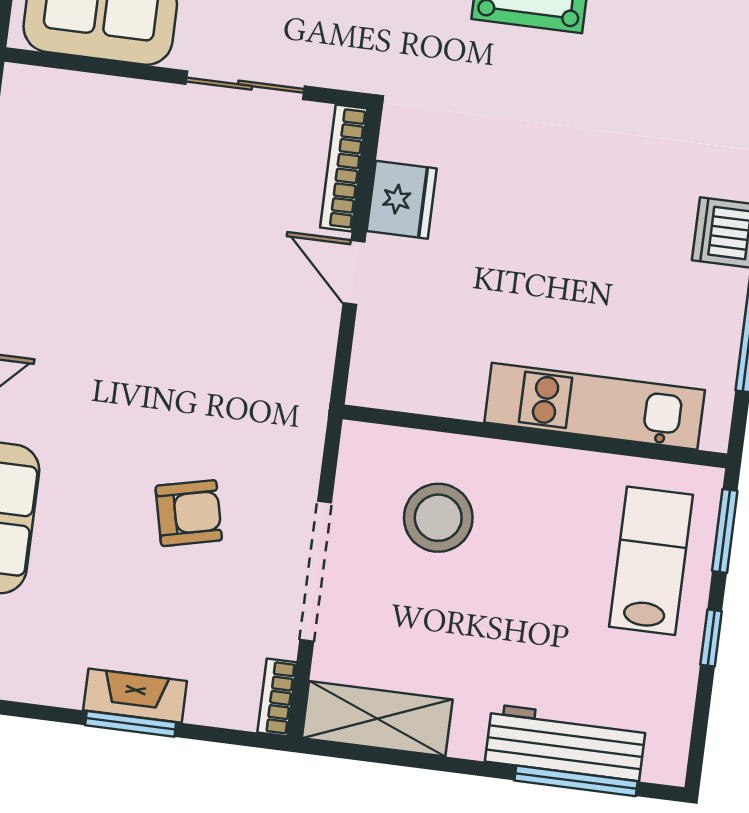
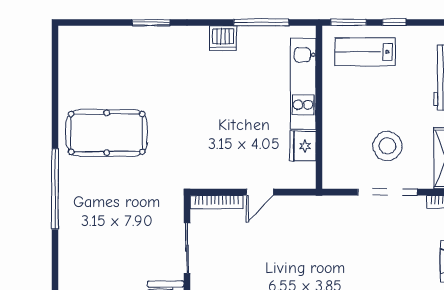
fridge: (402, 200) -> (303, 146), moved, turned -90
armchair: (189, 513) -> (370, 249), removed
stool: (438, 518) -> (387, 146), moved

